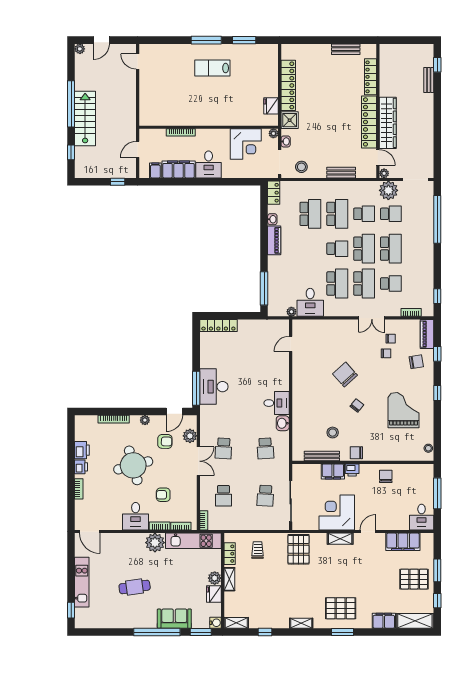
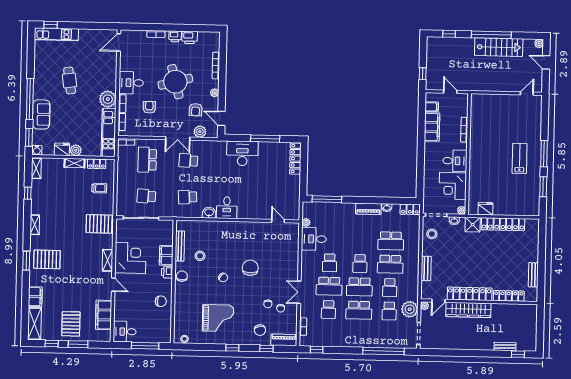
stairs: (85, 119) -> (499, 47), moved
desk: (209, 164) -> (455, 161), moved, turned 180
school desk: (337, 284) -> (330, 263), width x0.54
chair: (345, 375) -> (250, 268), turned -48
window: (196, 388) -> (265, 139), moved
school desk: (223, 496) -> (147, 160), width x1.85
kitchen unit: (82, 582) -> (56, 34), moved
pallet: (341, 608) -> (47, 259), turned 90

